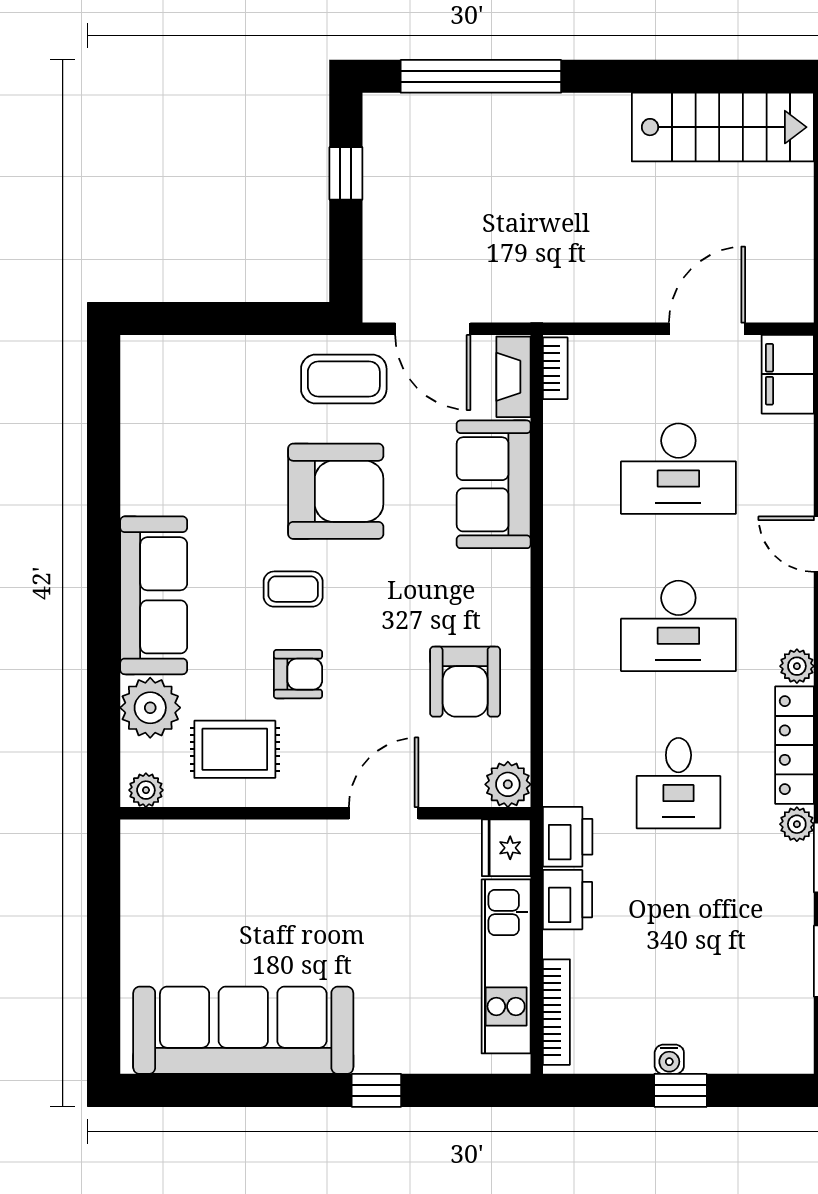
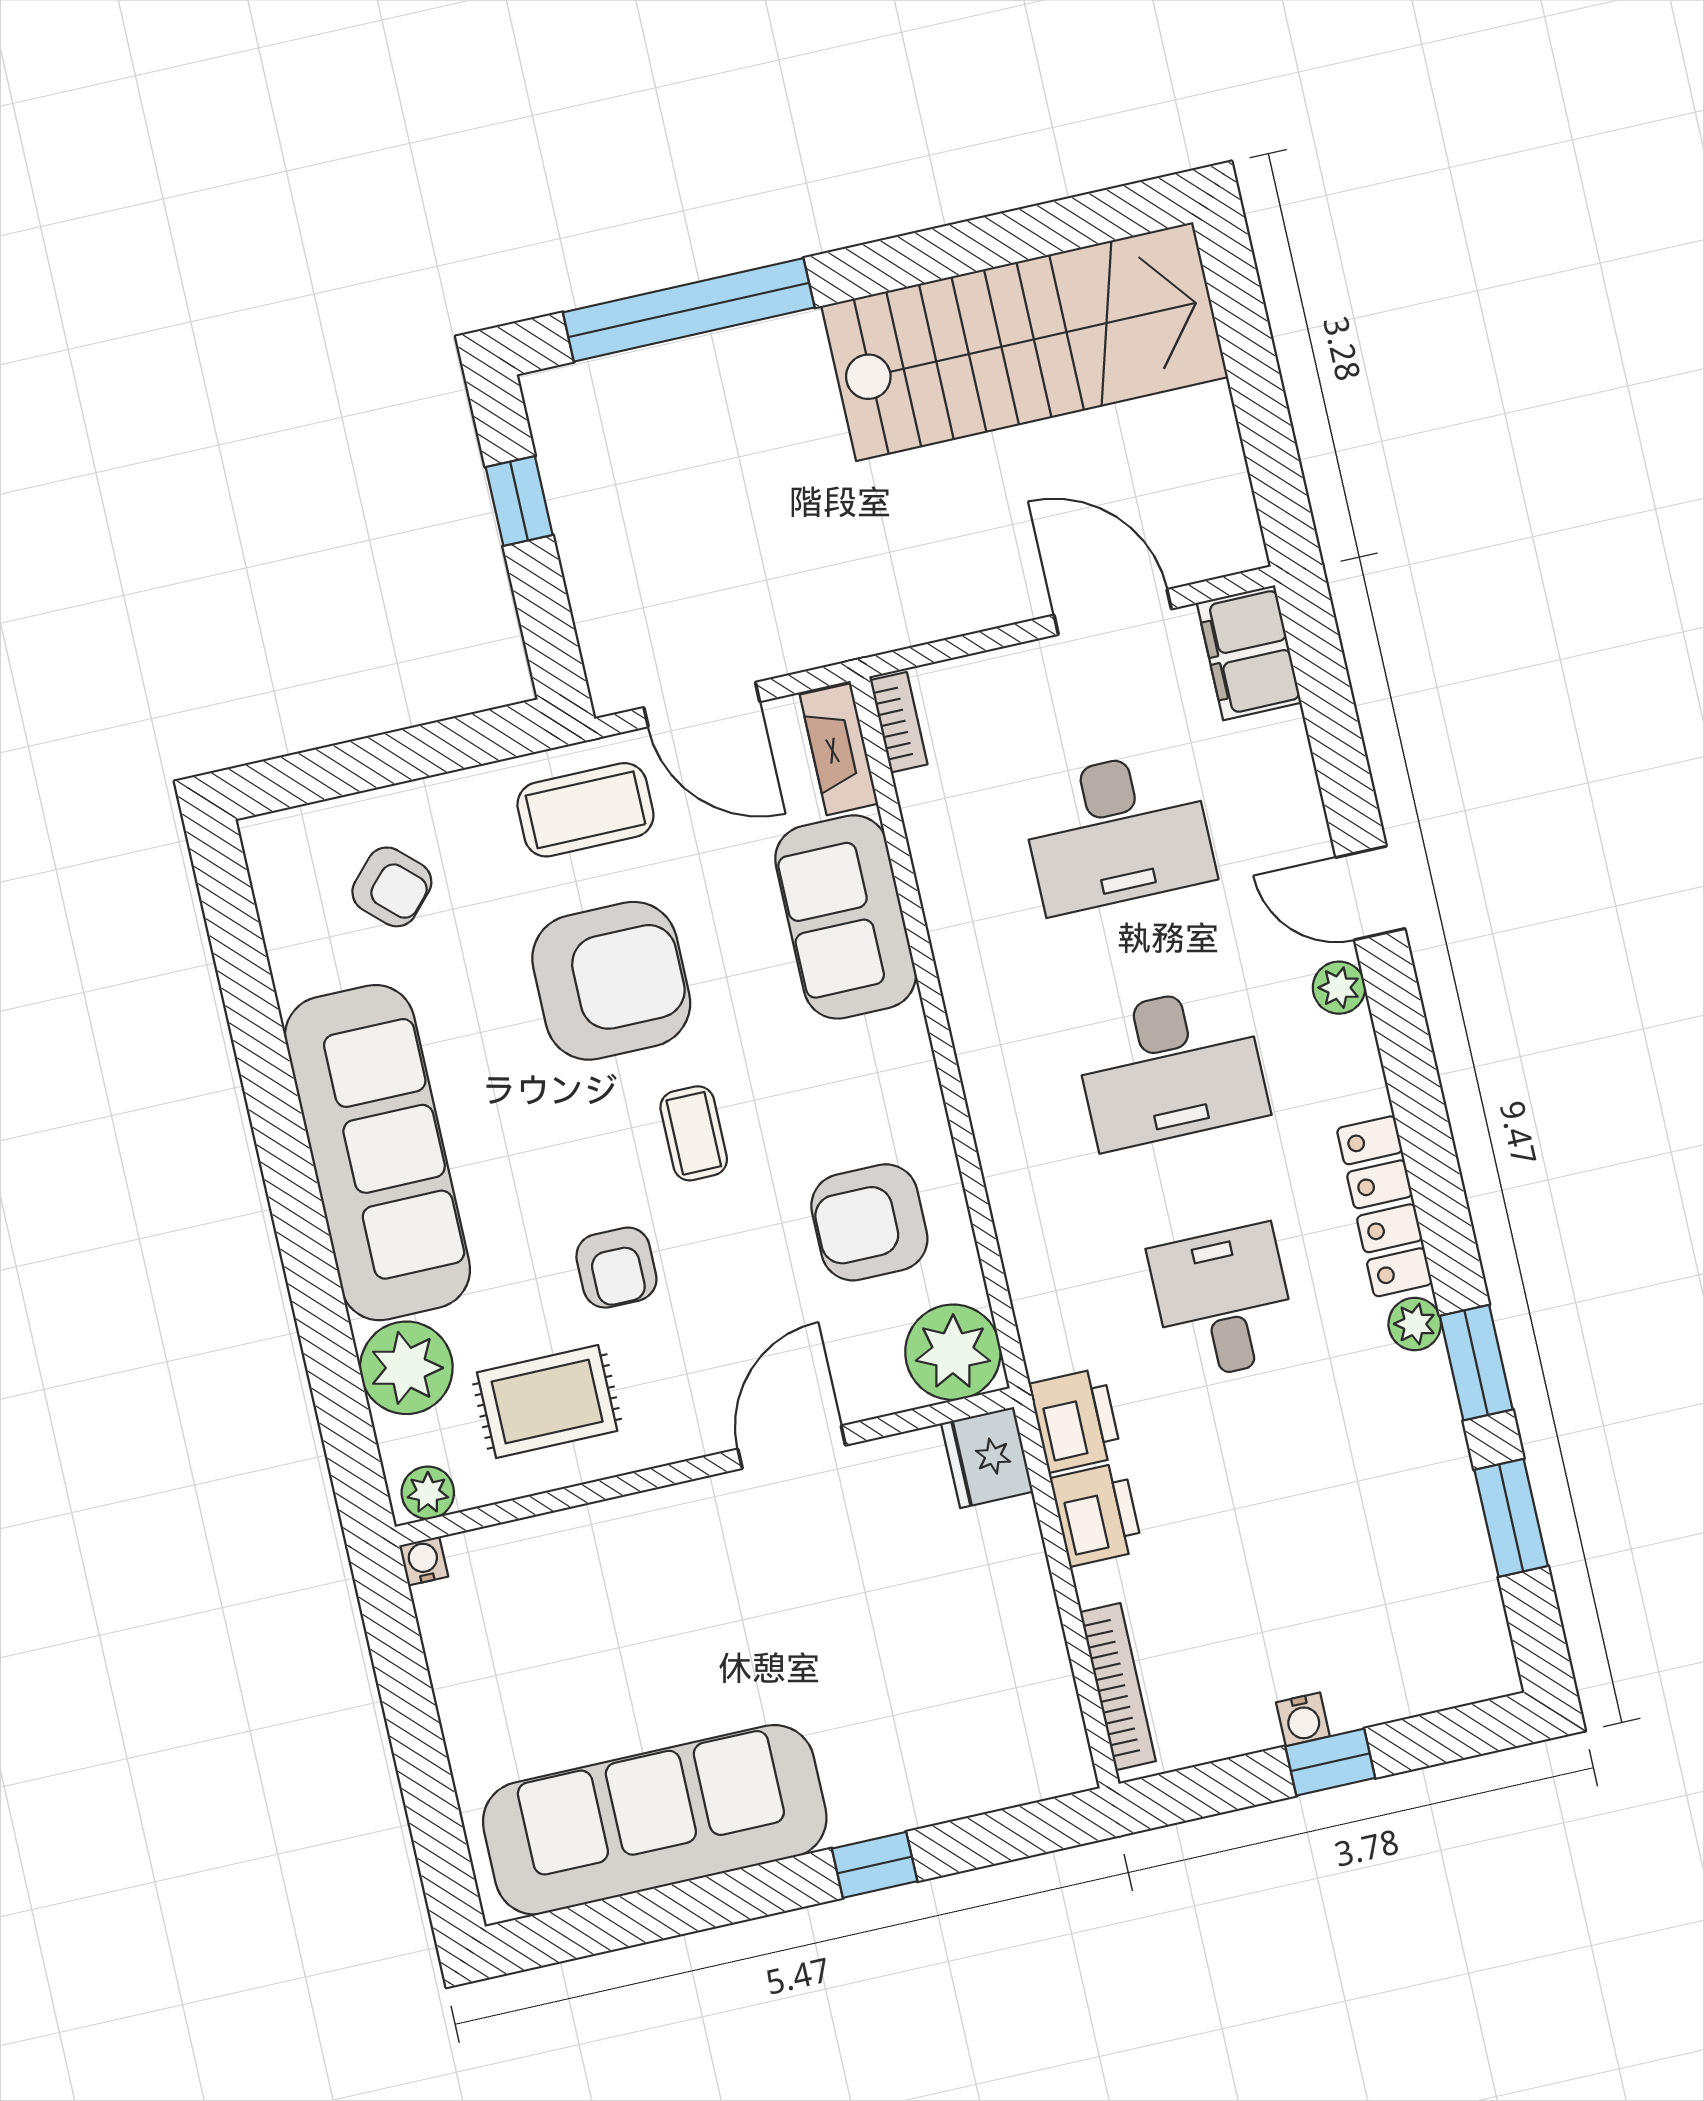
stairs: (723, 127) -> (1025, 342), width x1.36, depth x1.51
door: (707, 329) -> (1113, 612), hinge flipped
armchair: (210, 400) -> (392, 887), added
coffee table: (293, 589) -> (694, 1133), moved, turned 90
sofa: (154, 595) -> (377, 1153), width x1.36, depth x1.27
plant: (797, 666) -> (1339, 988), moved
armchair: (298, 674) -> (616, 1268), turned 90
armchair: (465, 682) -> (869, 1222), turned 90
desk: (678, 783) -> (1223, 1302), turned 180
plant: (508, 784) -> (953, 1352), width x1.36, depth x1.36
water cooler: (134, 833) -> (424, 1561), added
kitchen unit: (506, 966) -> (1027, 1635), removed

